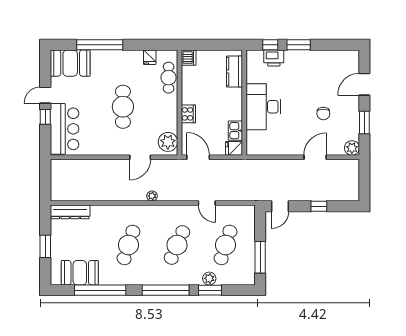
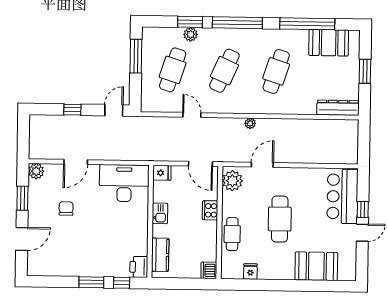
window: (100, 45) -> (303, 286), removed
printer: (274, 58) -> (139, 267), moved, turned -90
booth: (70, 63) -> (316, 266), moved
cafe table: (169, 78) -> (232, 234), moved
desk: (263, 107) -> (124, 183), moved, turned -90
kitchen sink: (235, 131) -> (160, 213), moved

